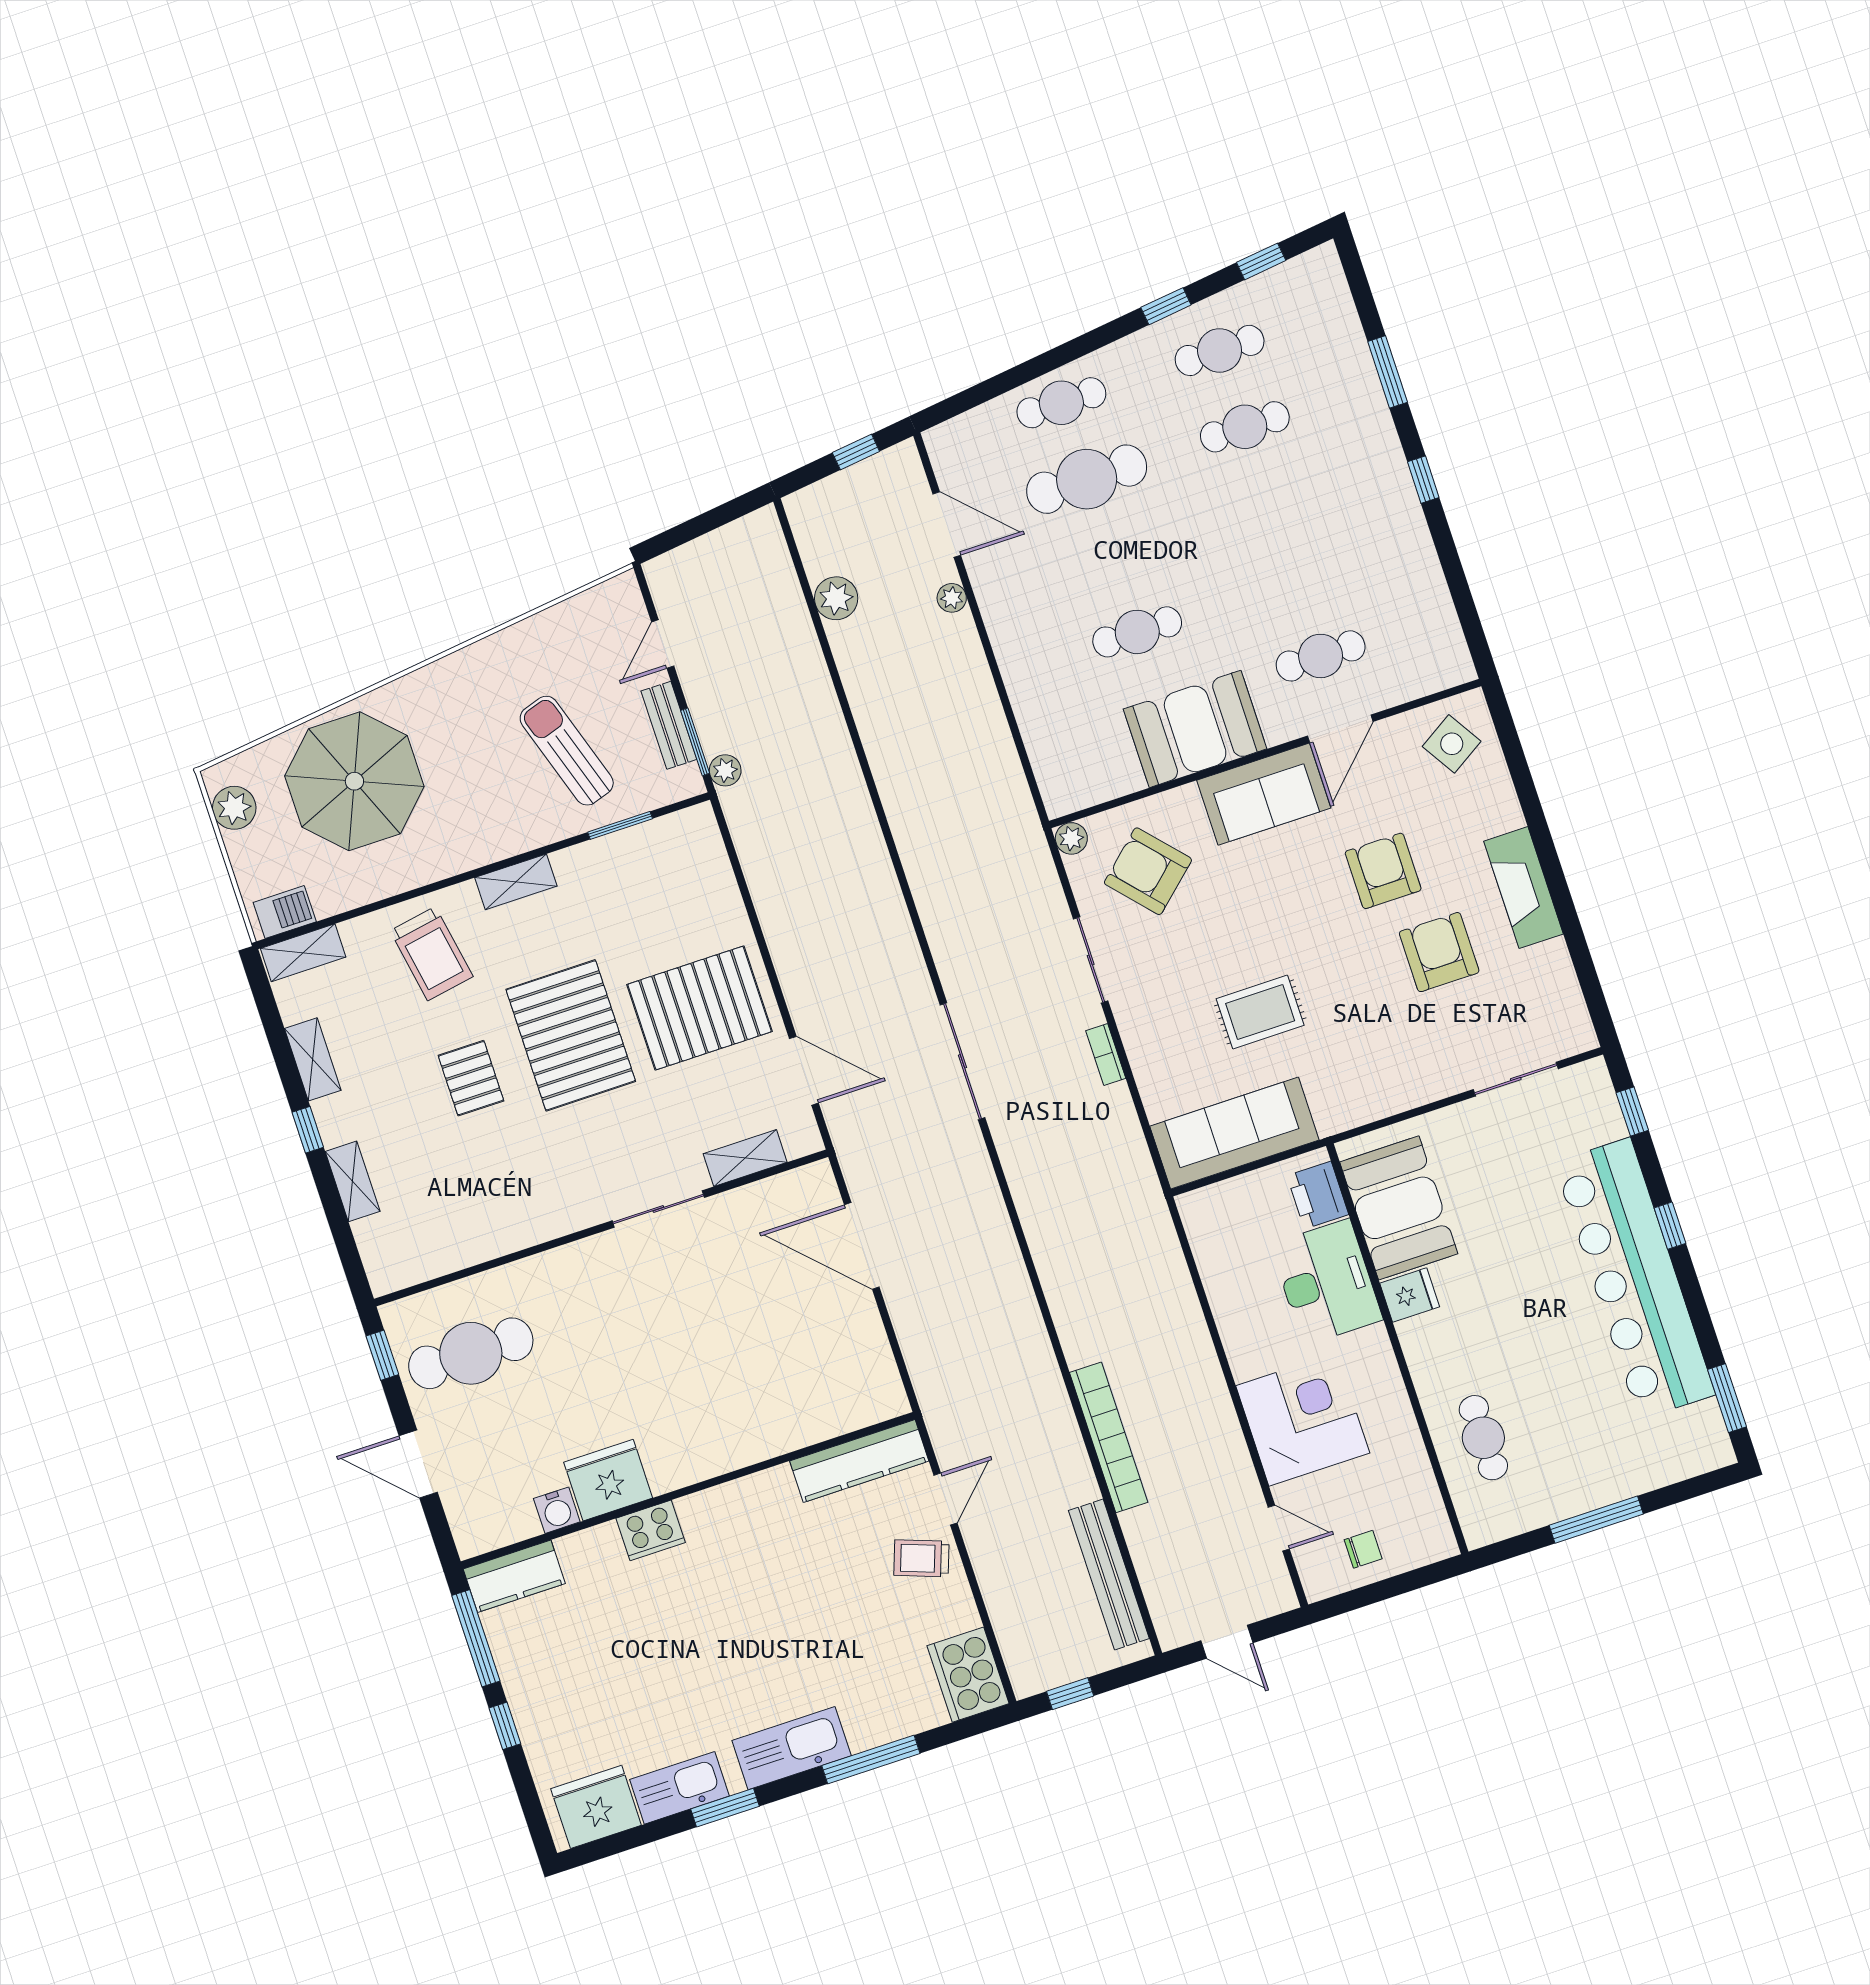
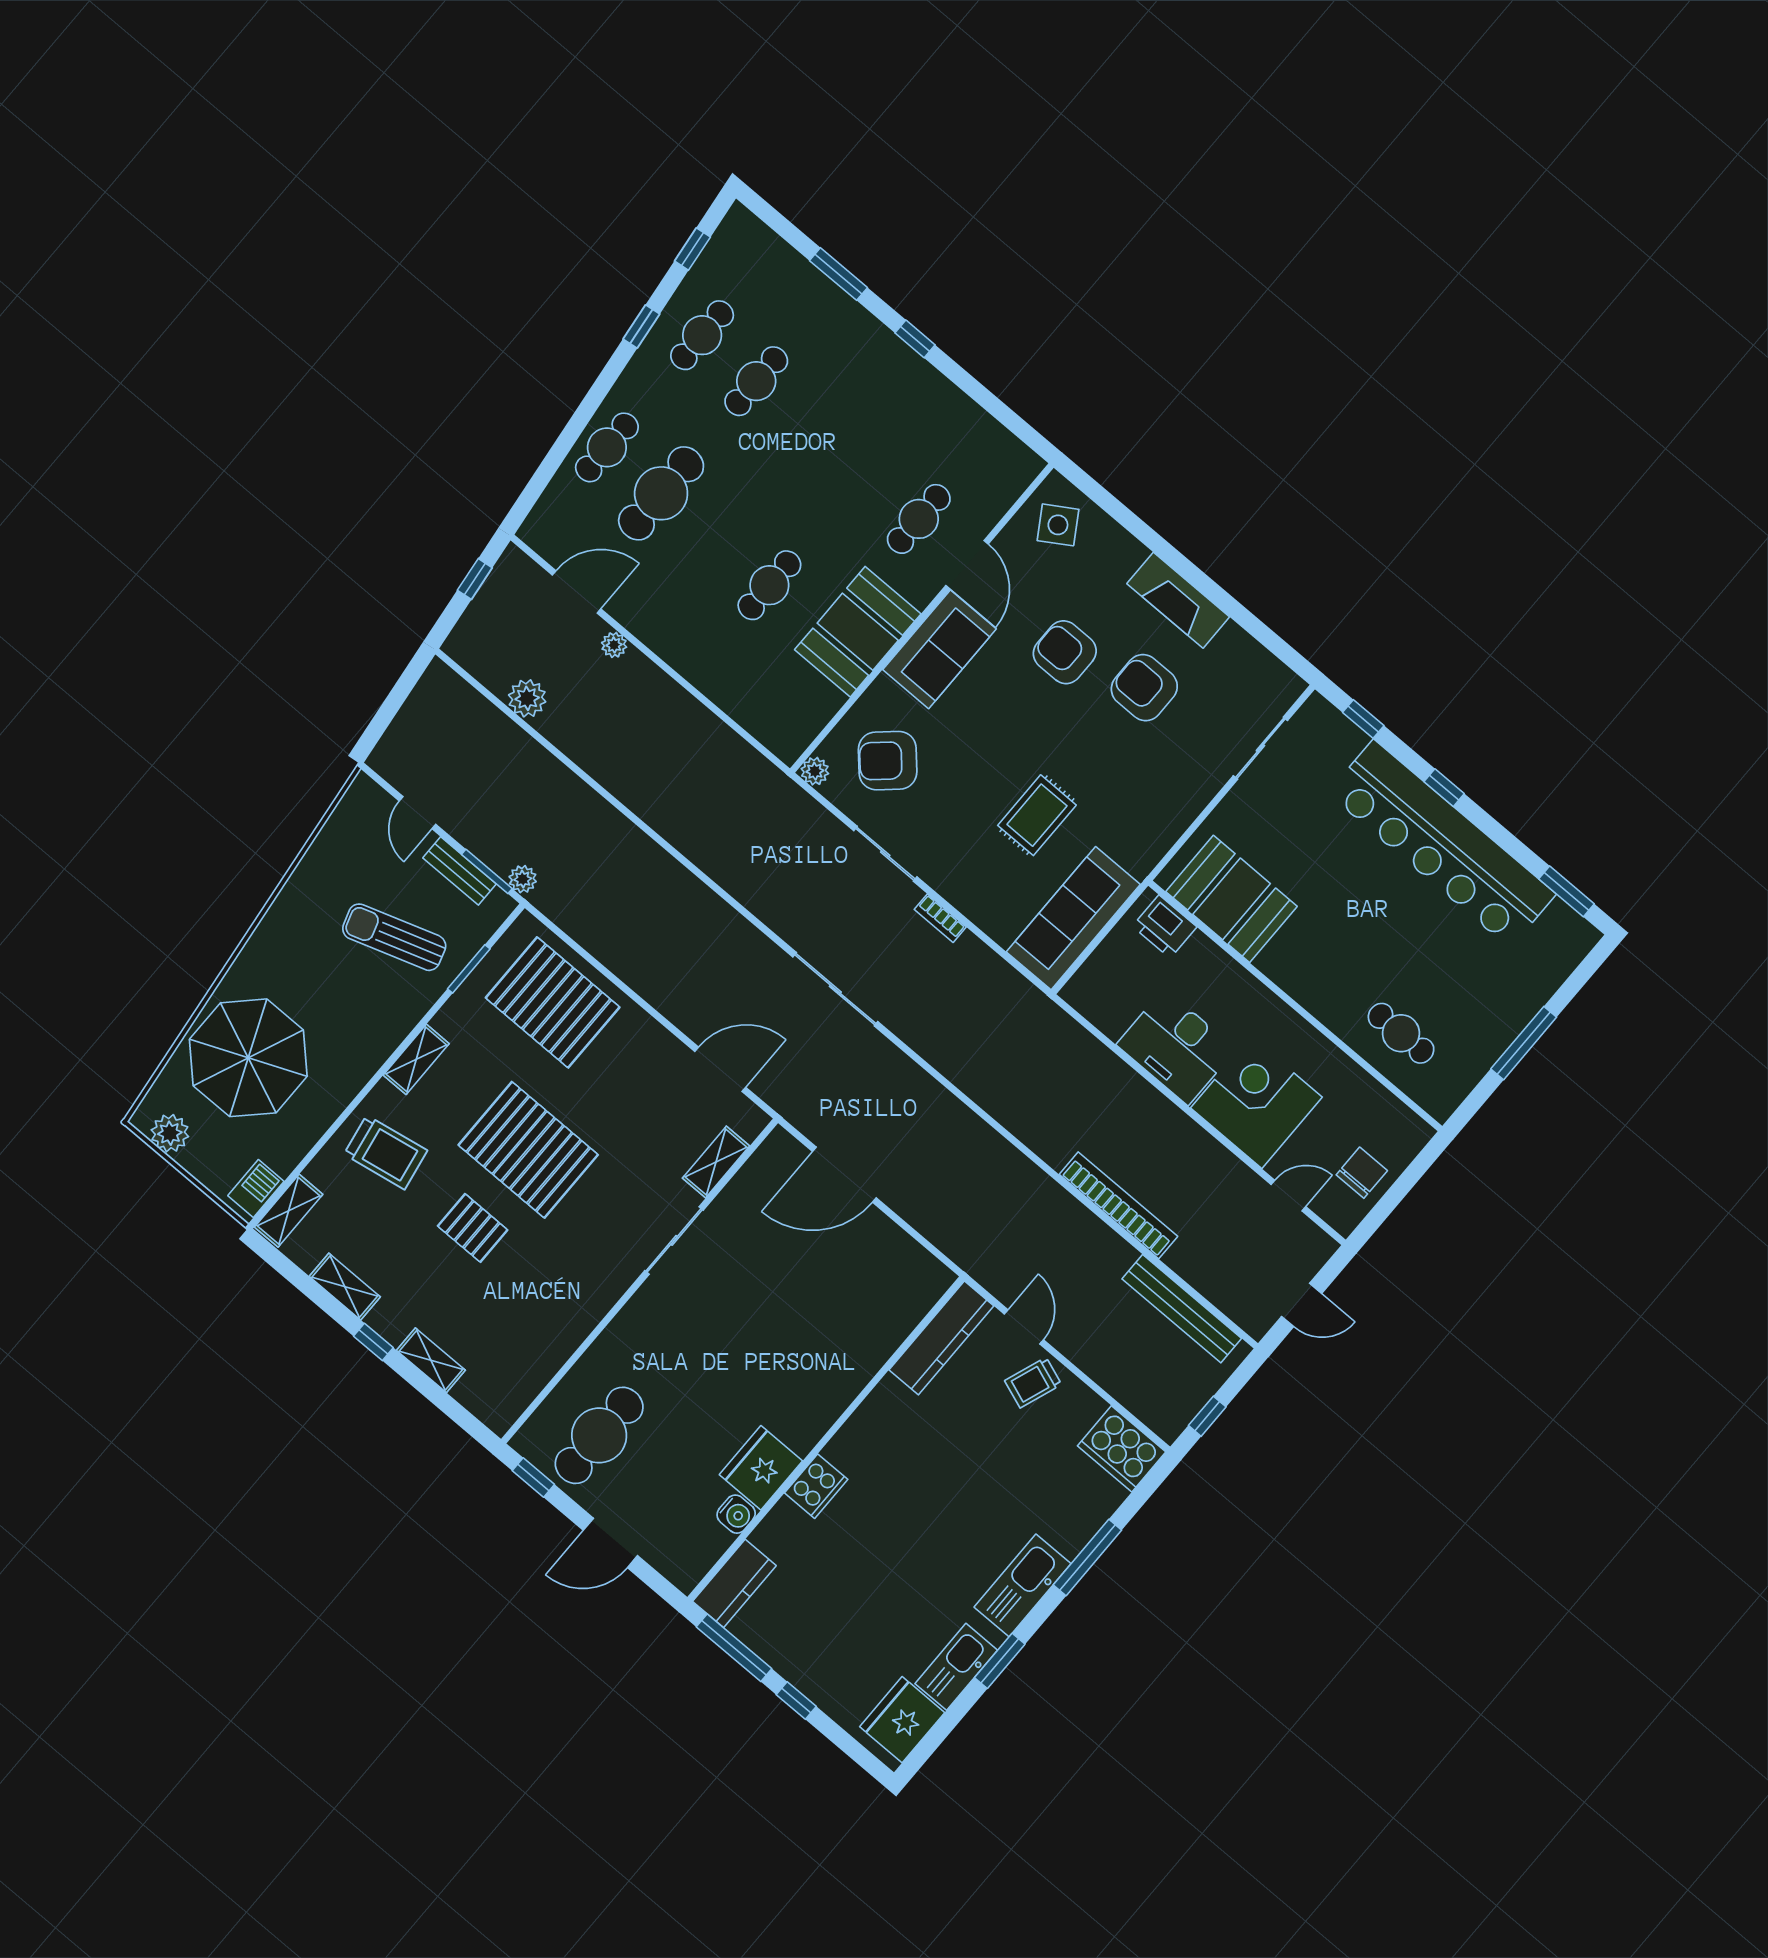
pallet: (700, 1008) -> (553, 1002), moved, turned 90
desk: (1327, 1282) -> (1176, 1047), moved, turned 180
fridge: (1410, 1295) -> (1280, 960), removed
chair: (1363, 1549) -> (1362, 1173), width x1.37, depth x1.37

